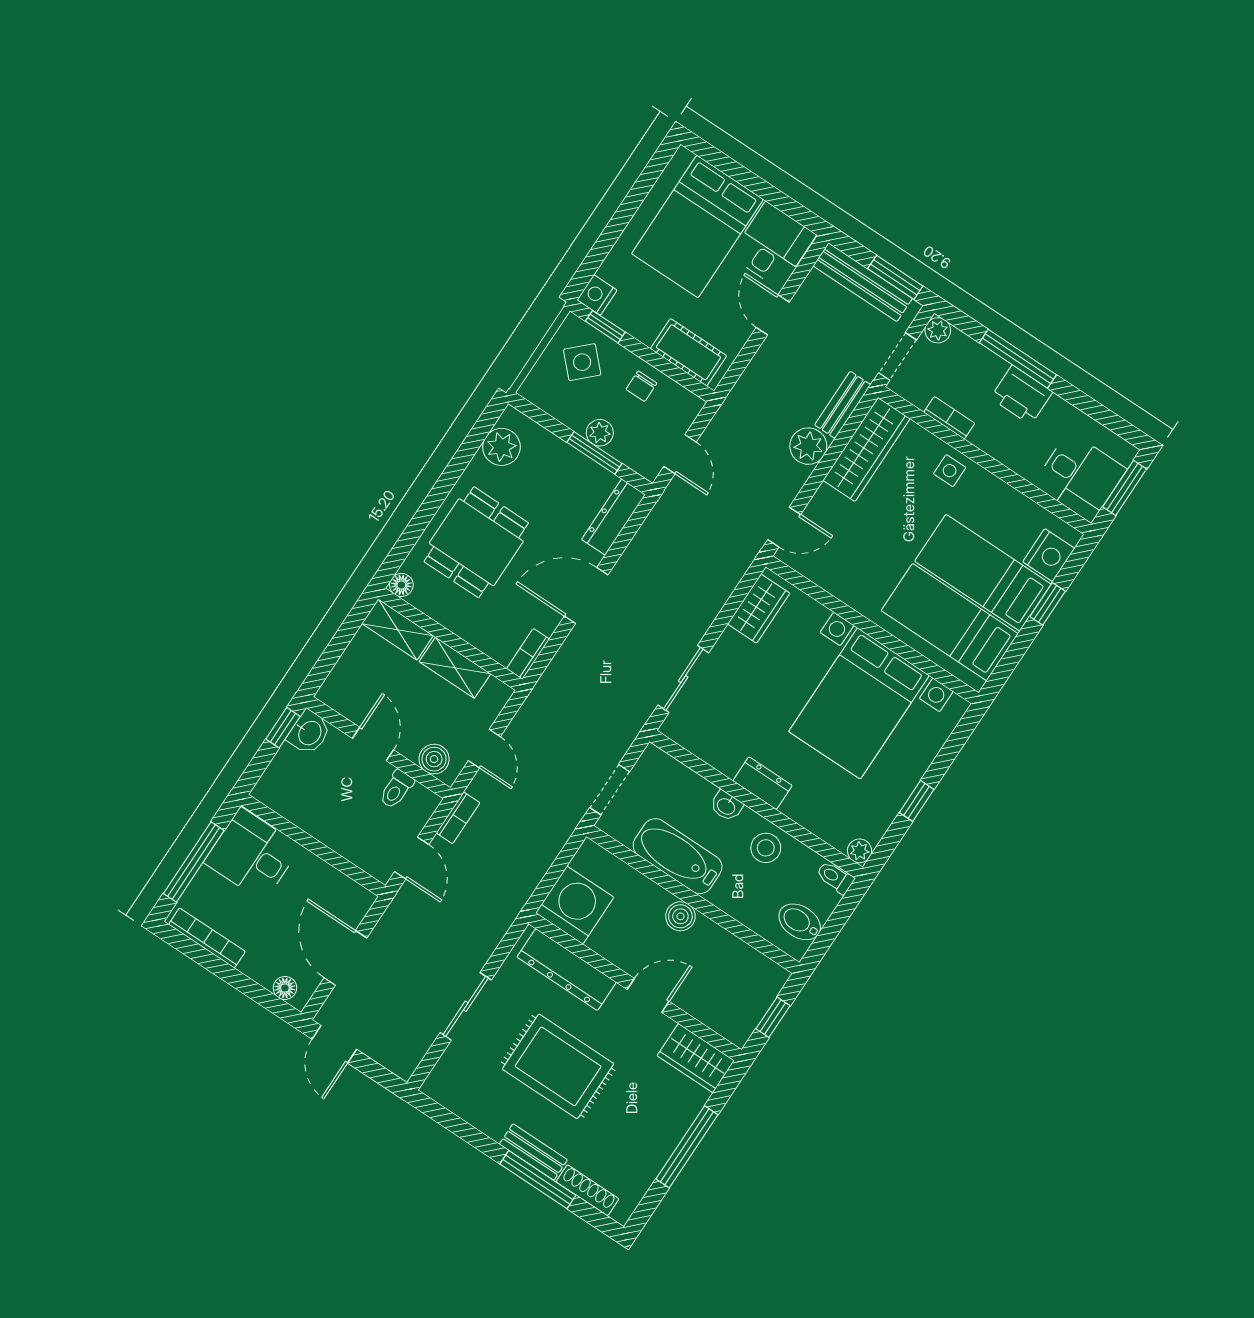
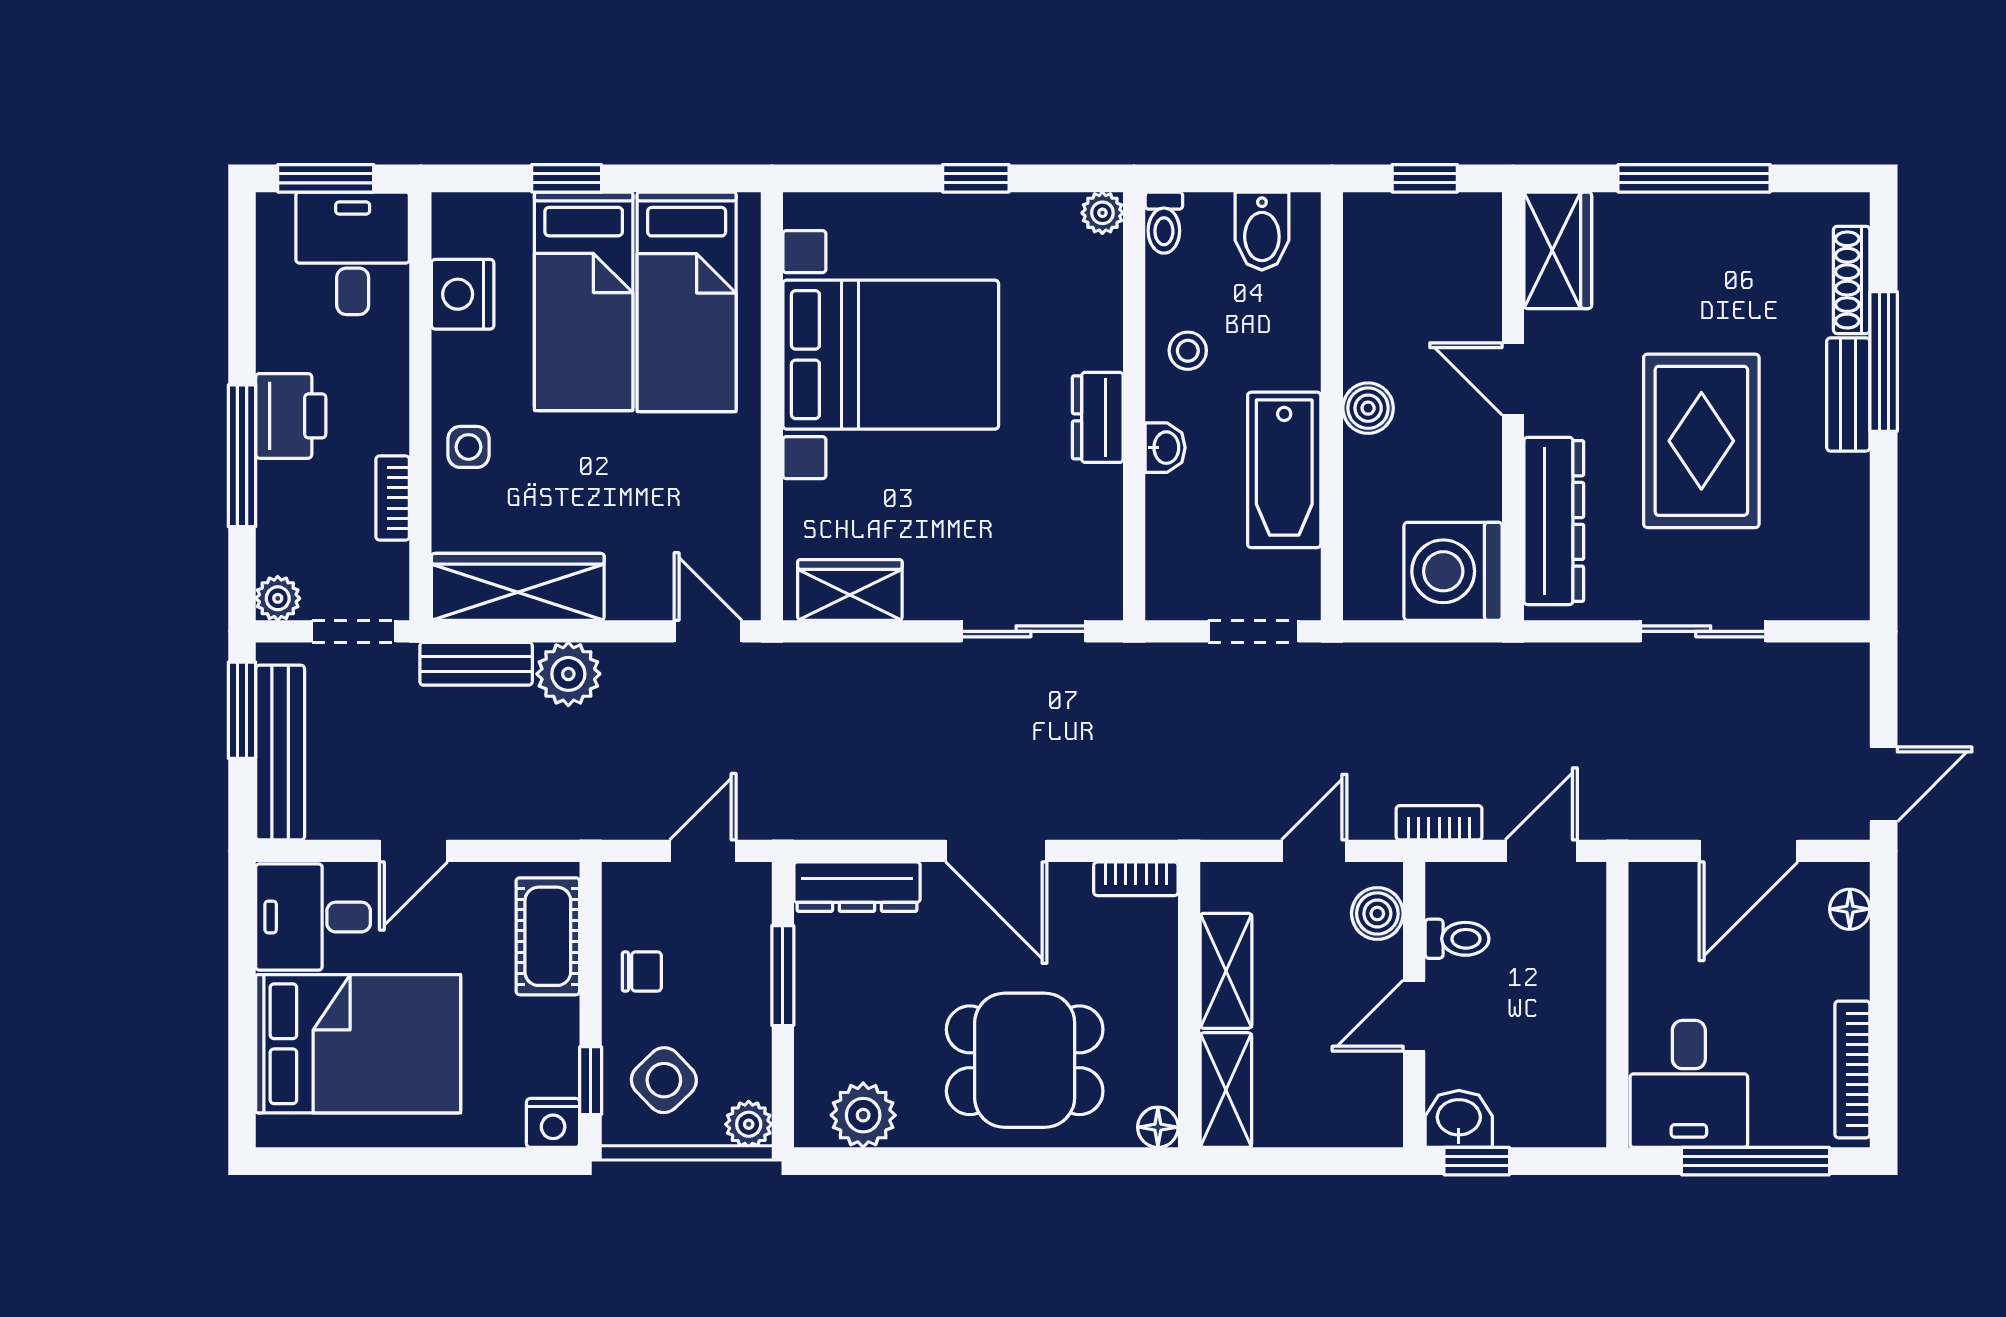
plant: (600, 433) -> (749, 1124), moved
nightstand: (1049, 555) -> (463, 294), moved, turned -90
stool: (766, 848) -> (1188, 351), width x0.73, depth x0.73

